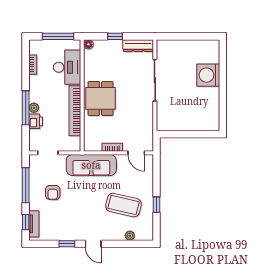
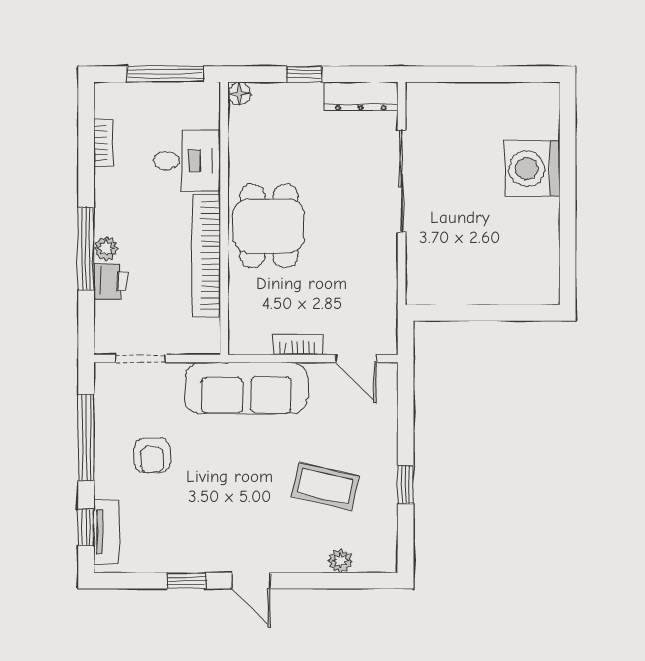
desk: (67, 67) -> (187, 161), width x0.73
coffee table: (123, 205) -> (325, 486), width x0.73, depth x0.76

